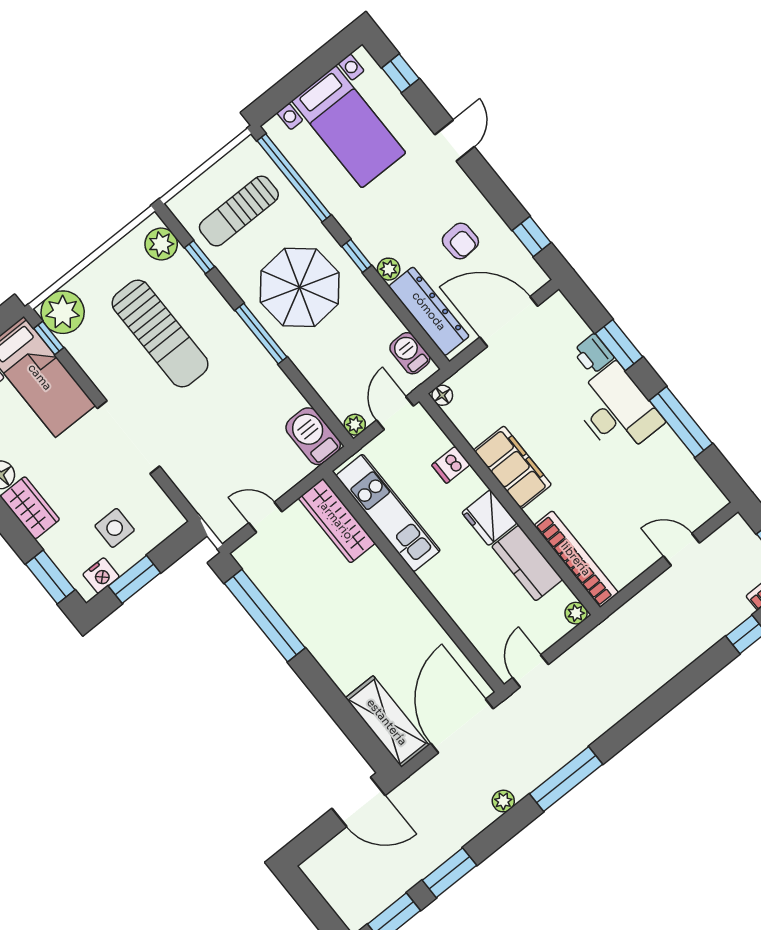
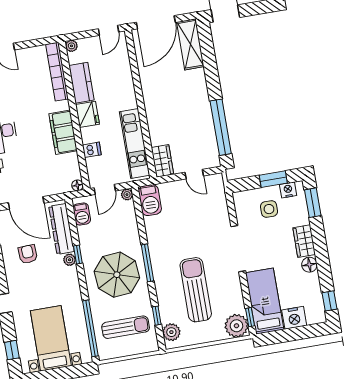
window: (357, 256) -> (78, 254), moved
wardrobe: (337, 521) -> (162, 161), width x0.67

